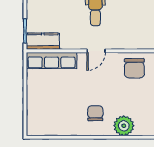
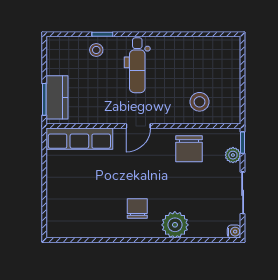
stool: (142, 33) -> (200, 102), added
kitchen counter: (43, 41) -> (57, 97), moved, turned 90

